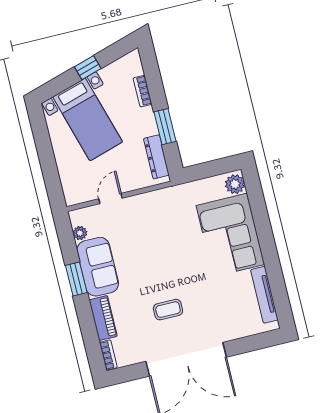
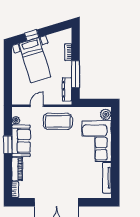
window: (88, 68) -> (32, 35), moved
window: (165, 127) -> (76, 74), width x1.44
coffee table: (168, 310) -> (58, 121), moved, width x1.86, depth x1.72

